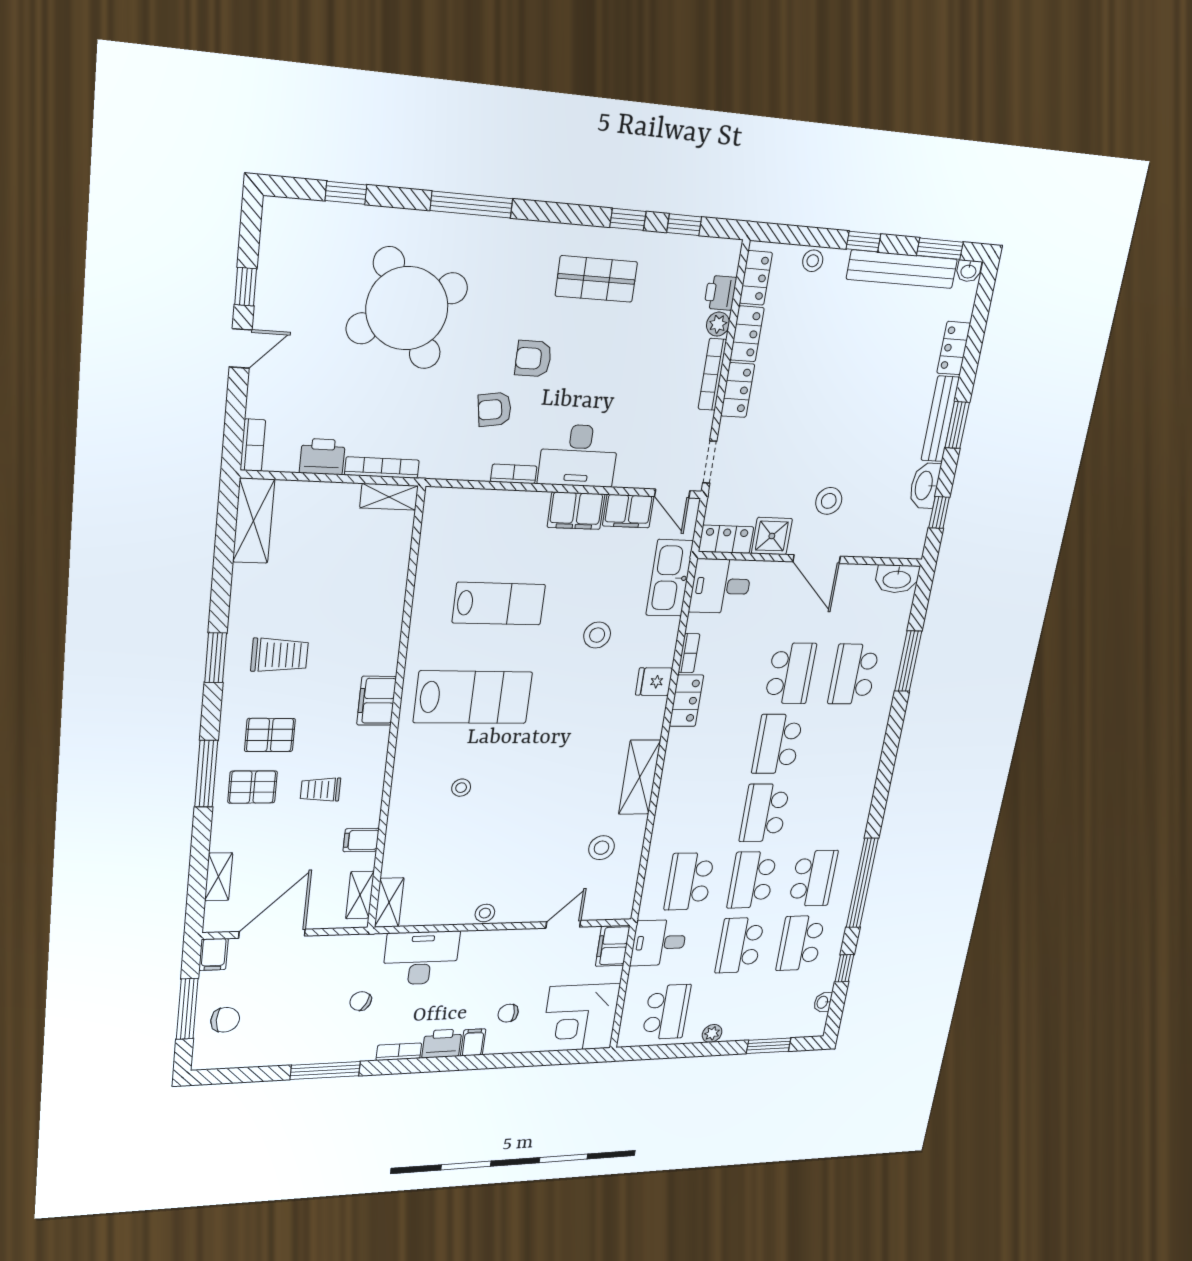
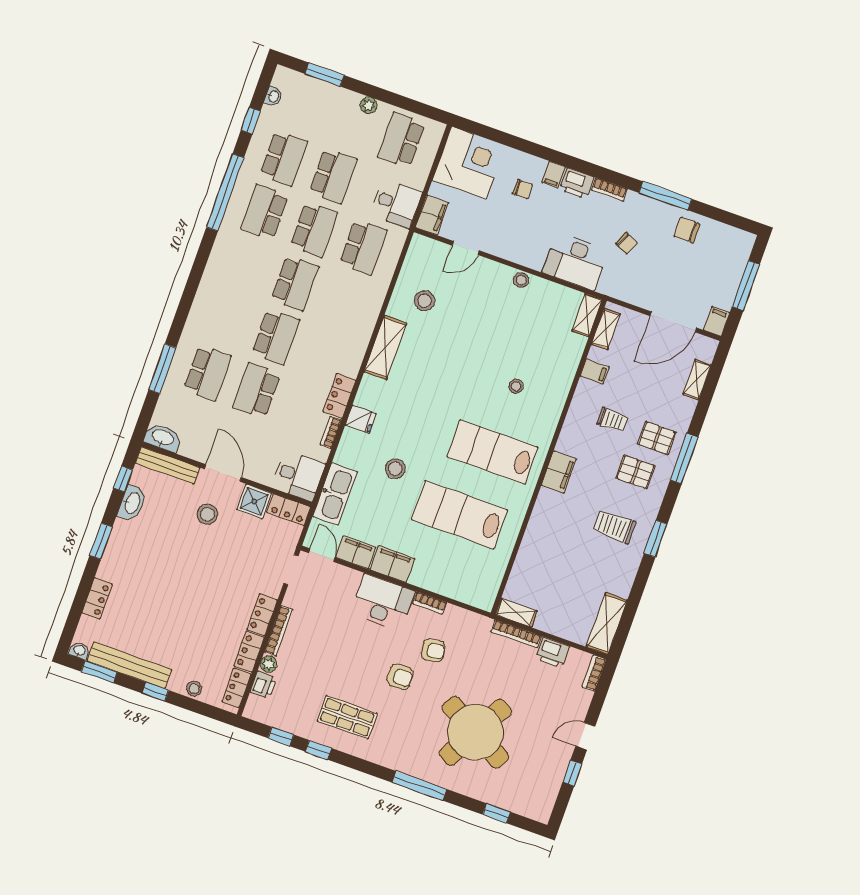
round table: (407, 308) -> (475, 732), turned -33
bench: (940, 419) -> (168, 465), moved, turned 90
lab bench: (499, 604) -> (460, 515), width x1.36, depth x1.39
chair: (225, 1020) -> (687, 230), moved

